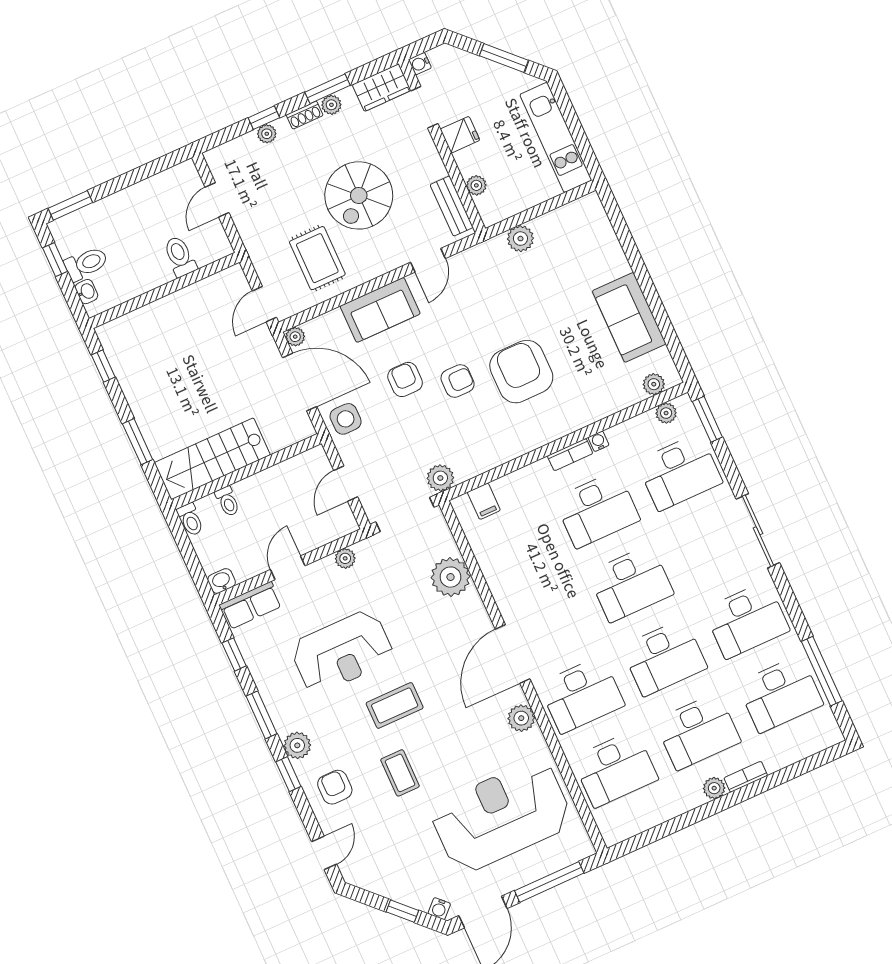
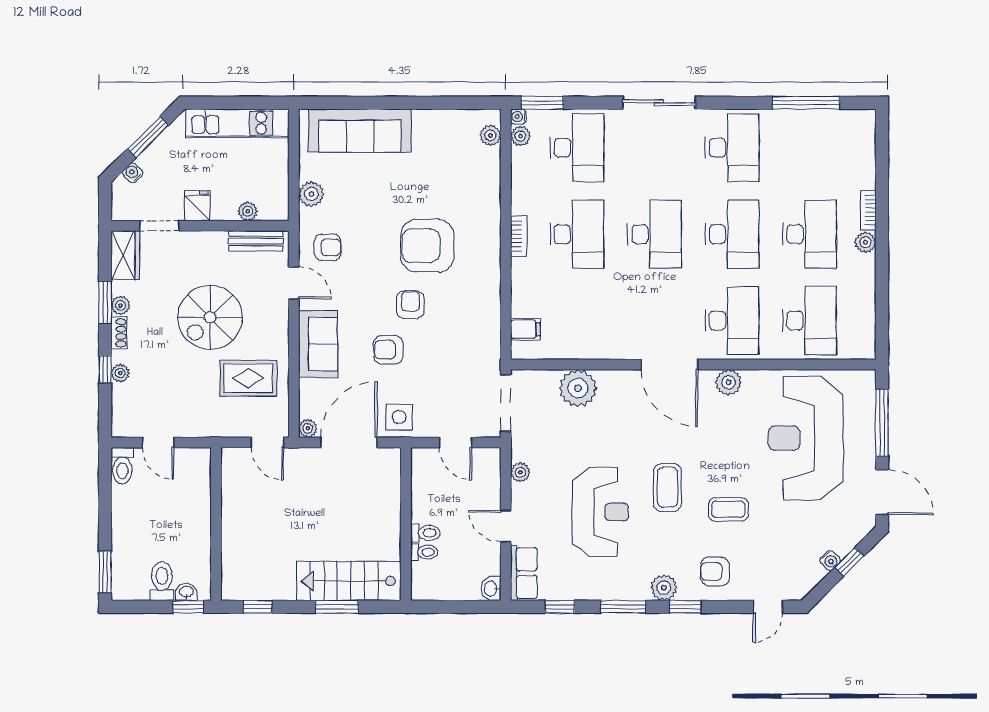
water cooler: (420, 64) -> (133, 173), moved, turned 135
spiral stairs: (359, 195) -> (210, 317), turned 90
toilet: (180, 256) -> (122, 466), moved, turned -90
window: (55, 260) -> (188, 607), moved
armchair: (477, 277) -> (328, 247), added
sofa: (629, 317) -> (360, 131), moved, width x1.36
water cooler: (599, 441) -> (518, 117), moved
stairs: (212, 459) -> (349, 581), moved, turned 90
plant: (440, 478) -> (488, 358), removed
toilet: (190, 520) -> (425, 533), moved
desk: (780, 694) -> (809, 148), removed
door: (324, 853) -> (768, 607), swing flipped
water cooler: (439, 909) -> (830, 560), moved

